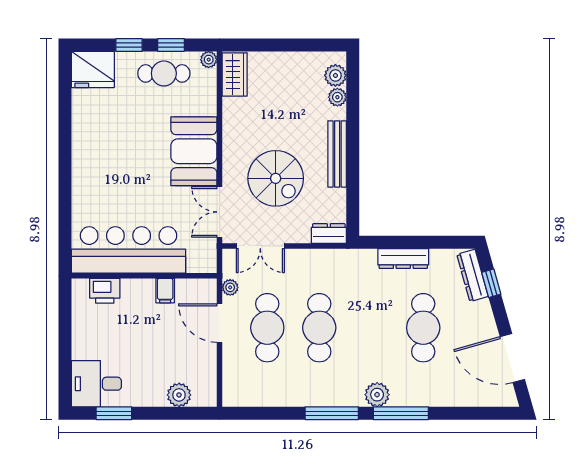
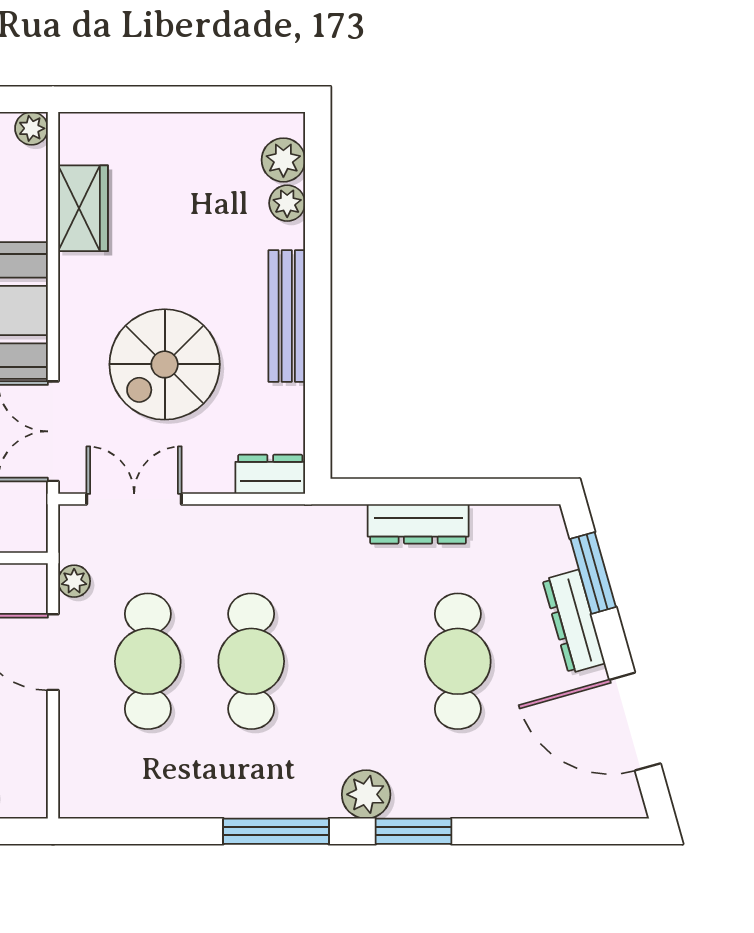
wardrobe: (235, 74) -> (83, 208), moved
spiral stairs: (276, 178) -> (165, 364), turned 90
double door: (260, 246) -> (134, 499), swing flipped
dresser: (472, 275) -> (574, 622), moved
window: (491, 283) -> (593, 573), width x1.50
window: (401, 413) -> (413, 831), width x0.69

